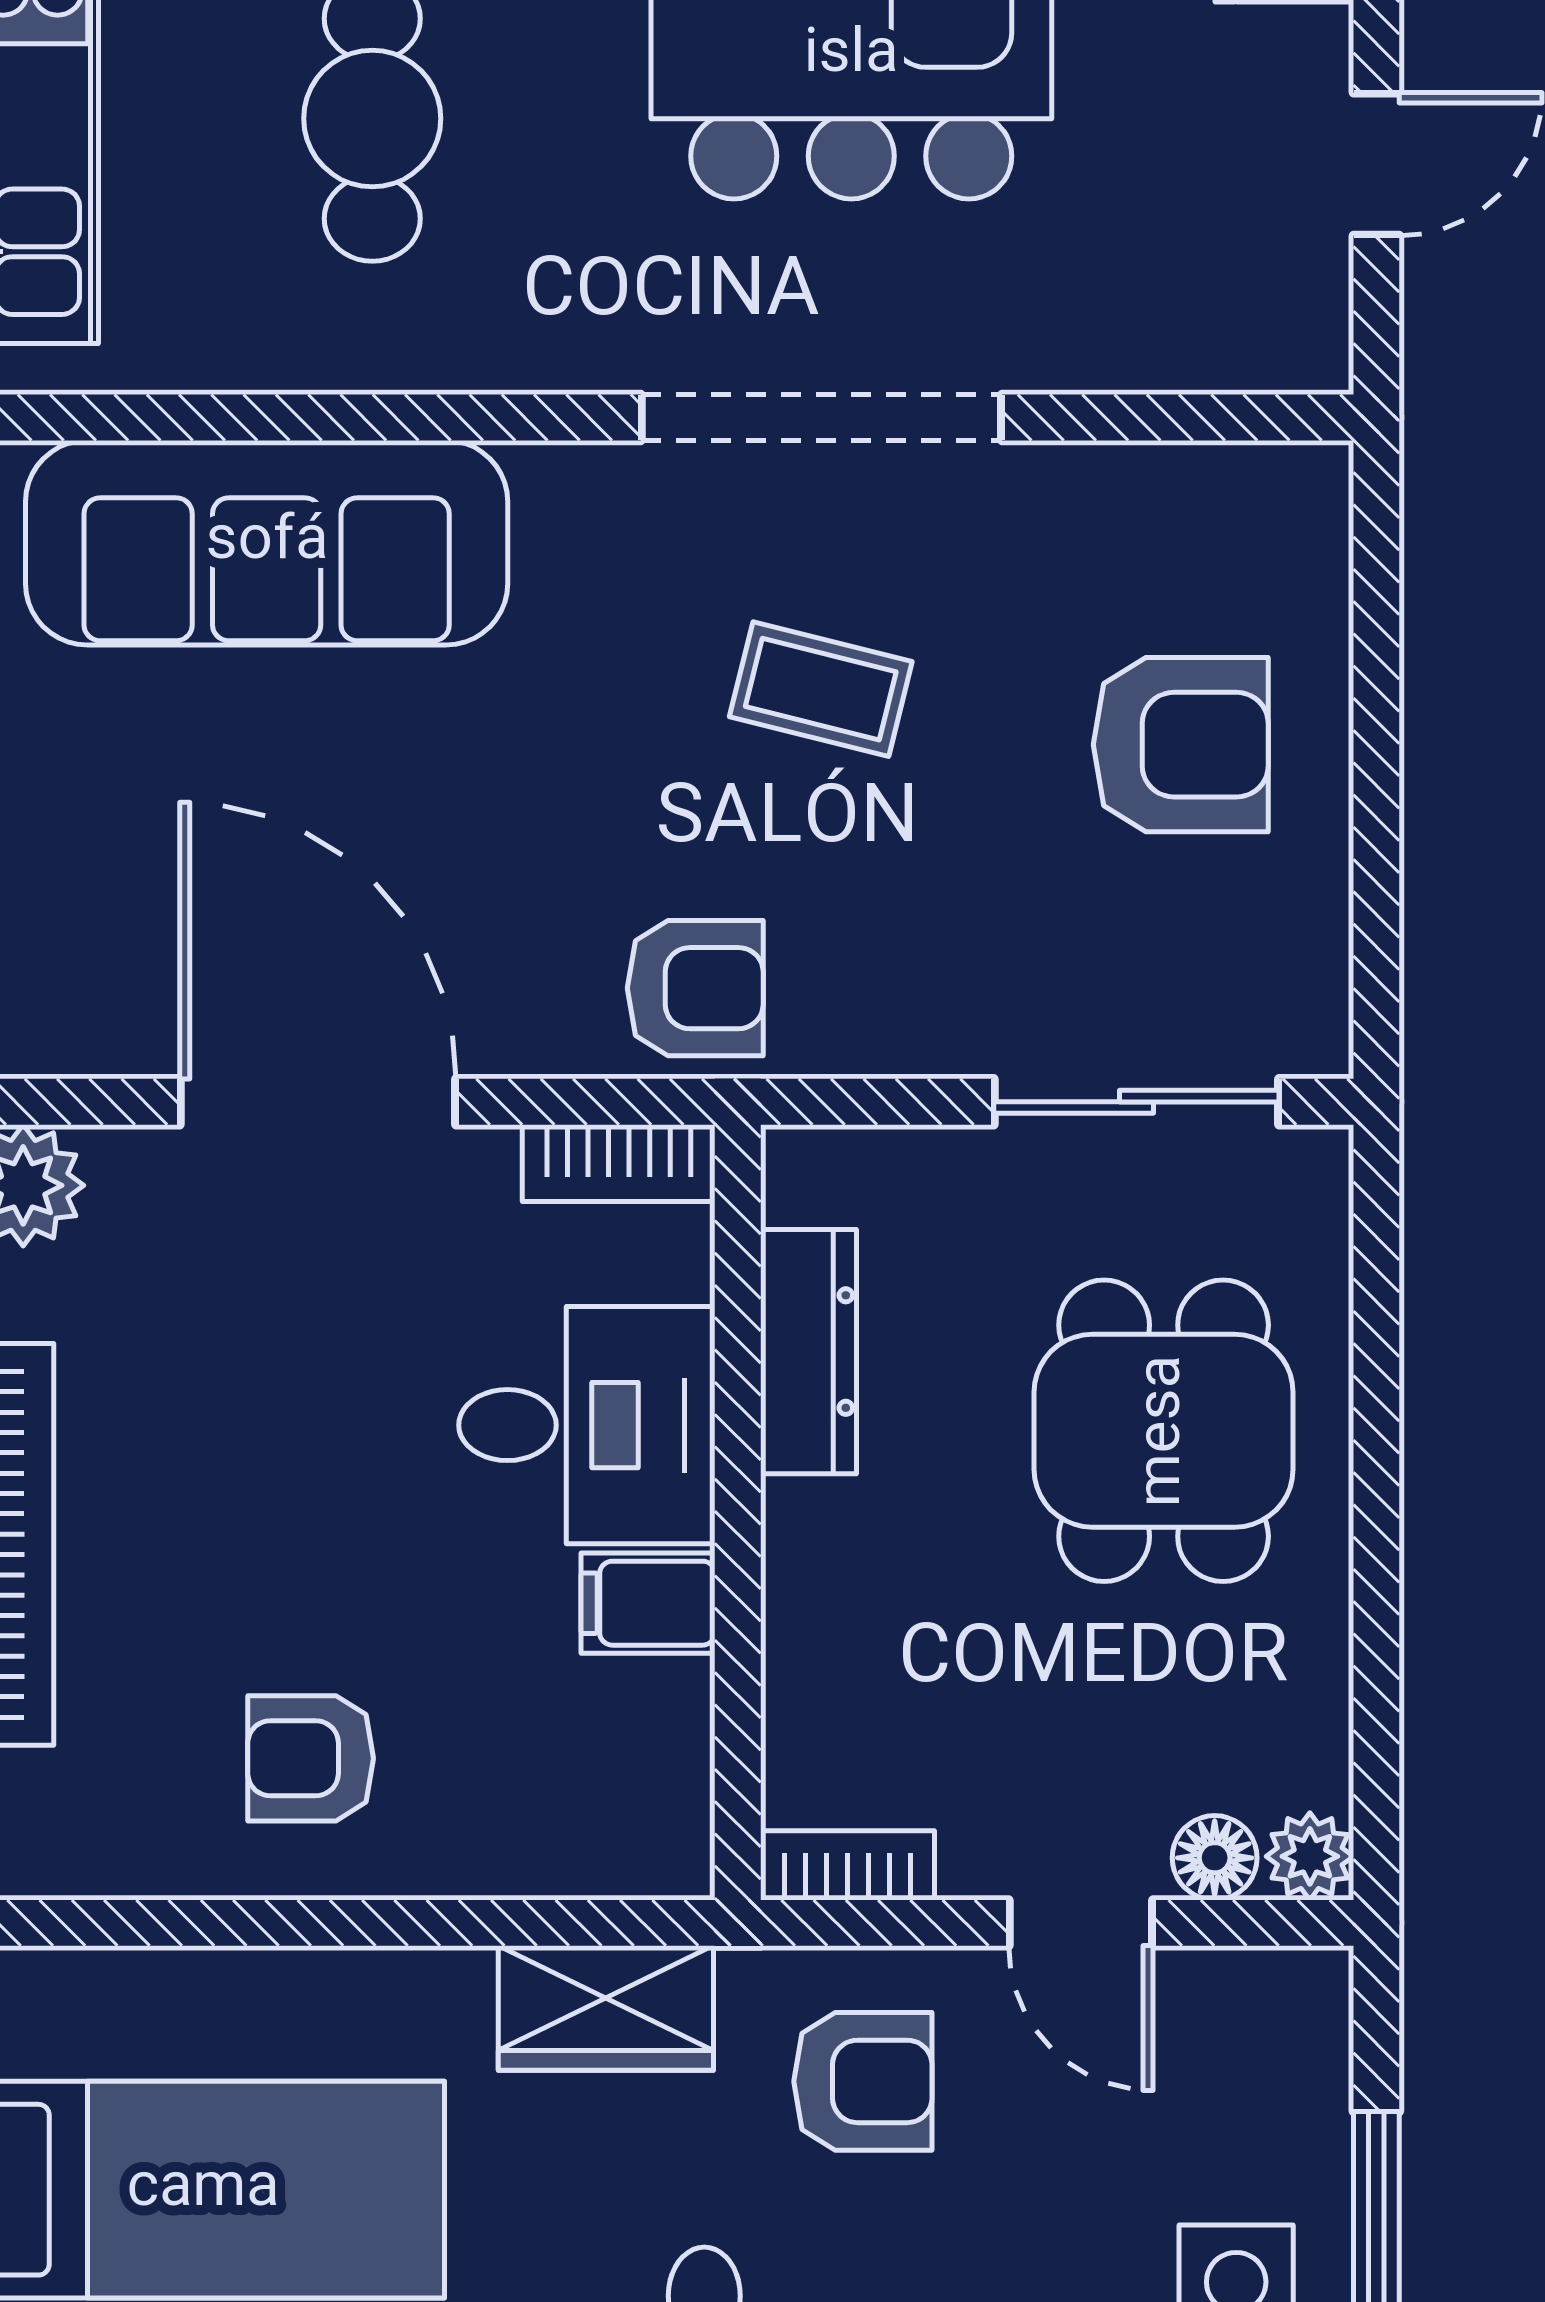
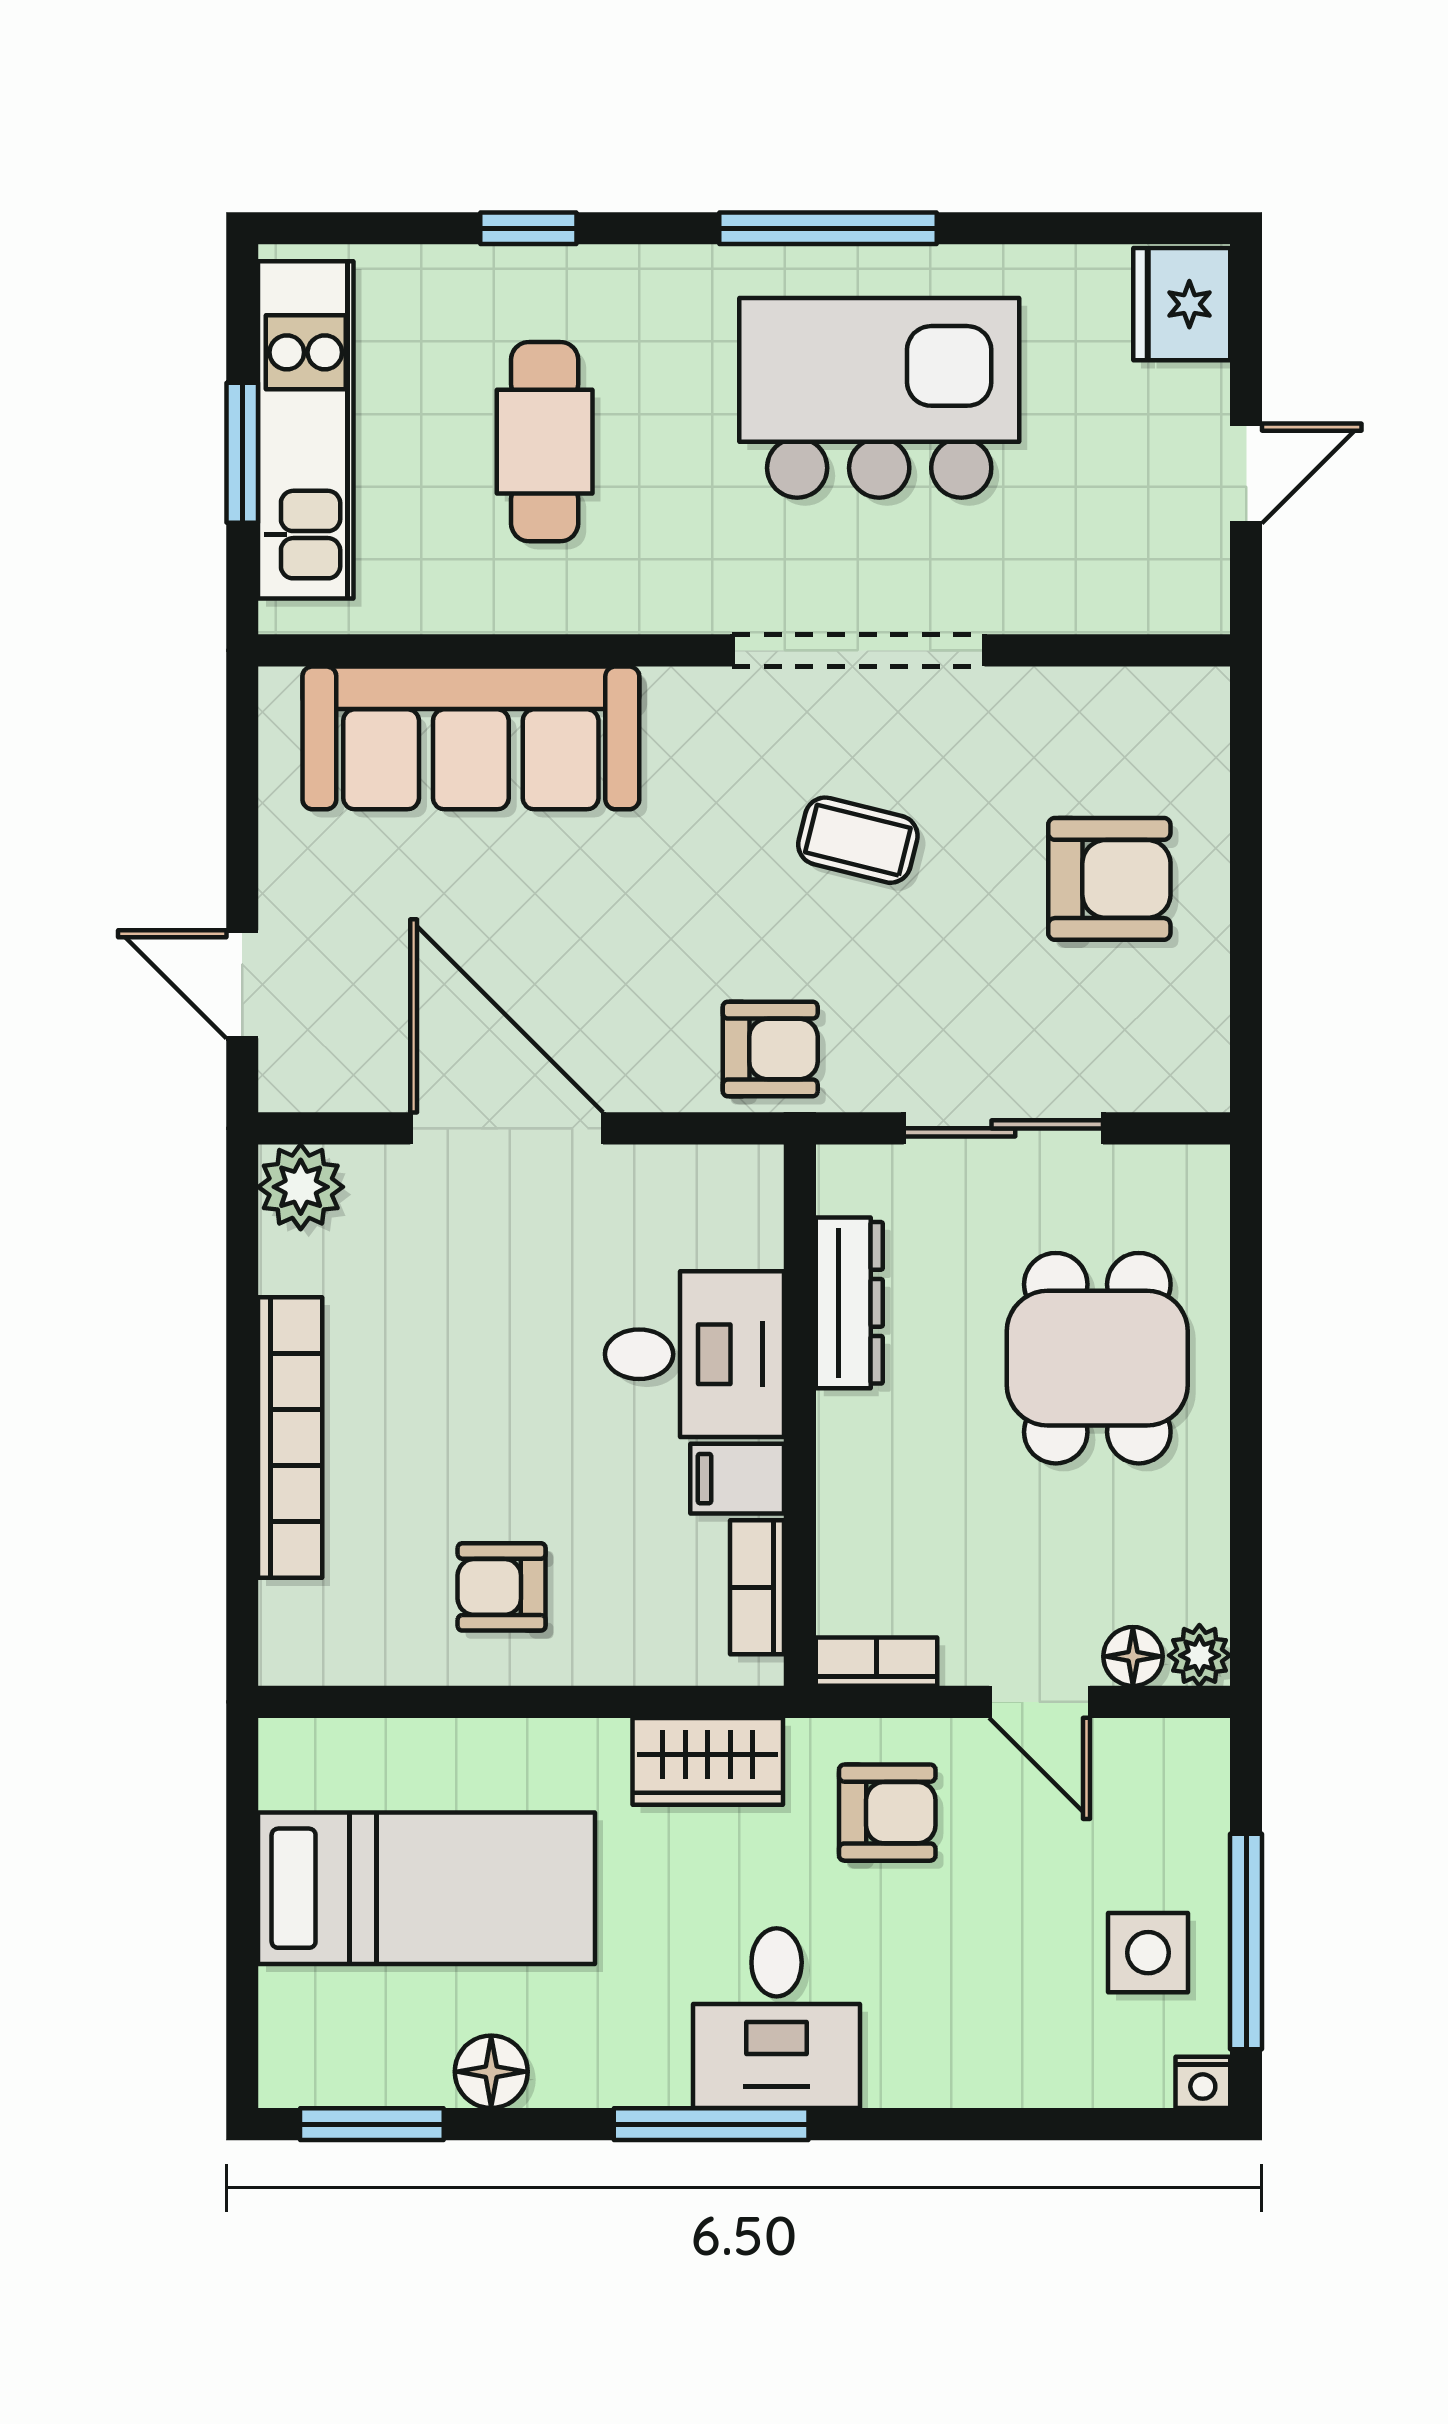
sliding door: (1136, 1102) -> (1003, 1128), moved
bookcase: (619, 1163) -> (757, 1587), moved, turned 90

